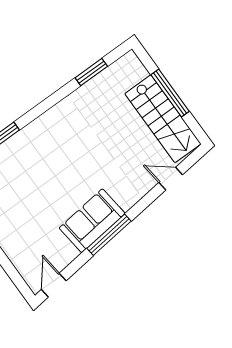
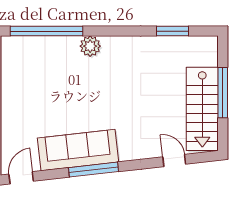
plant: (32, 134) -> (90, 46), added
sofa: (92, 221) -> (78, 150), width x1.36

